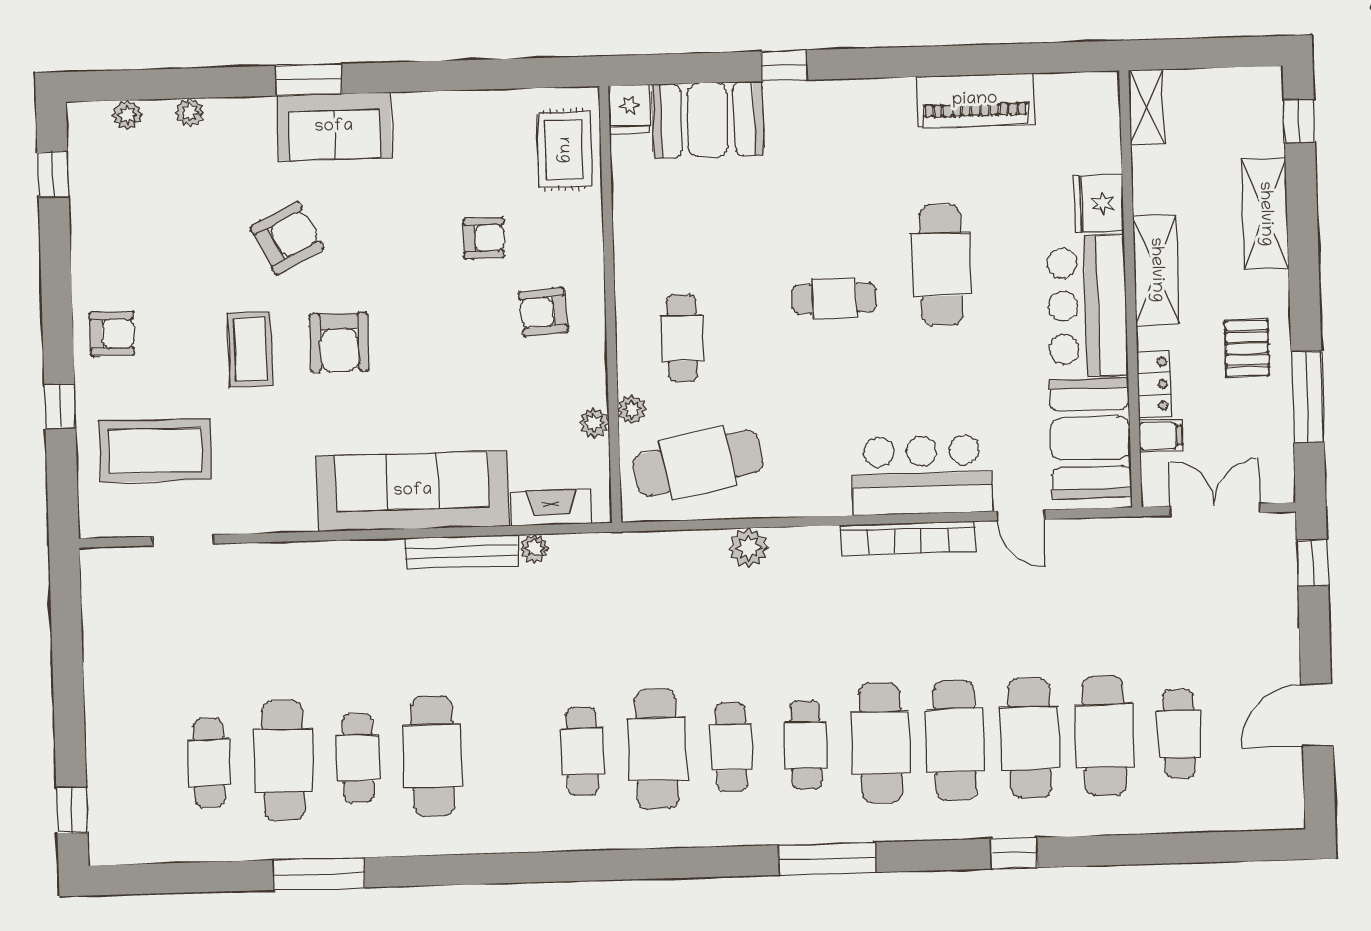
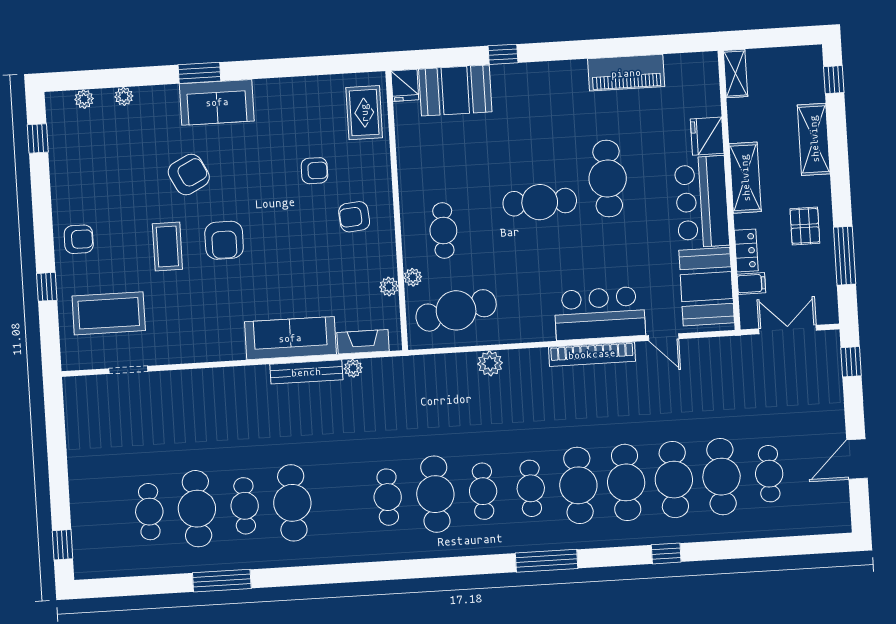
cafe table: (834, 298) -> (540, 202), width x1.37, depth x1.35
sofa: (413, 491) -> (290, 338), width x0.74, depth x0.79

